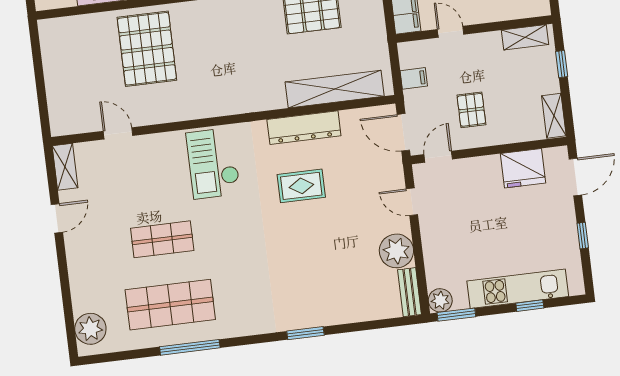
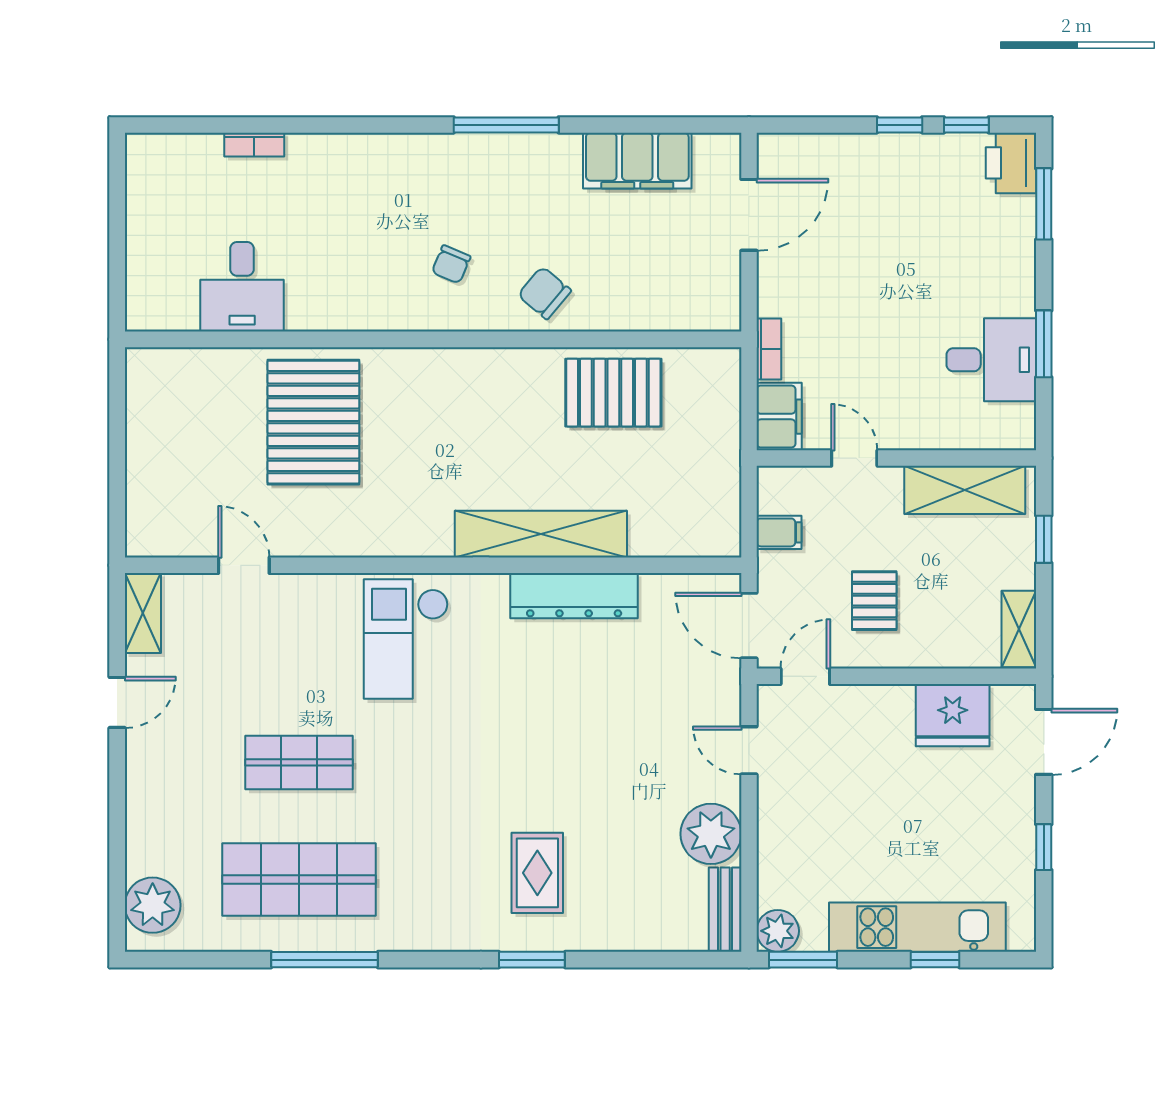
shelving: (525, 37) -> (965, 490), width x1.50, depth x1.33
shelving: (335, 89) -> (541, 534), moved
rug: (301, 186) -> (537, 873), moved, turned 90

